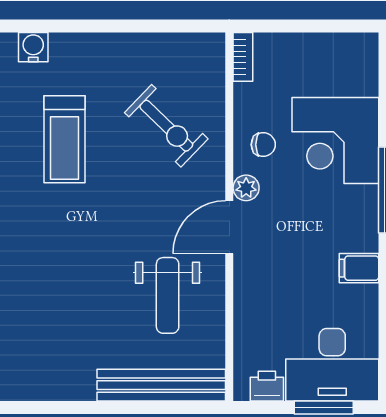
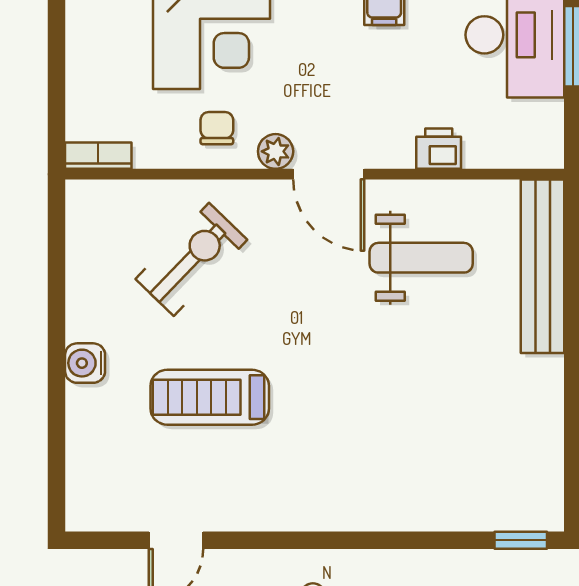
water cooler: (33, 47) -> (85, 363), moved
treadmill: (65, 139) -> (210, 397), turned 180
printer: (267, 386) -> (439, 149), moved, turned 90

